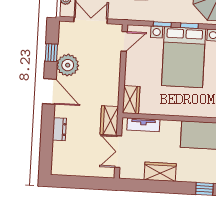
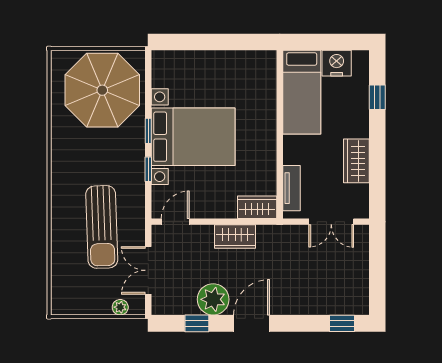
door: (124, 41) -> (175, 222), hinge flipped
wardrobe: (109, 120) -> (235, 237), moved
dresser: (59, 129) -> (304, 306), removed
window: (46, 155) -> (342, 323), added

